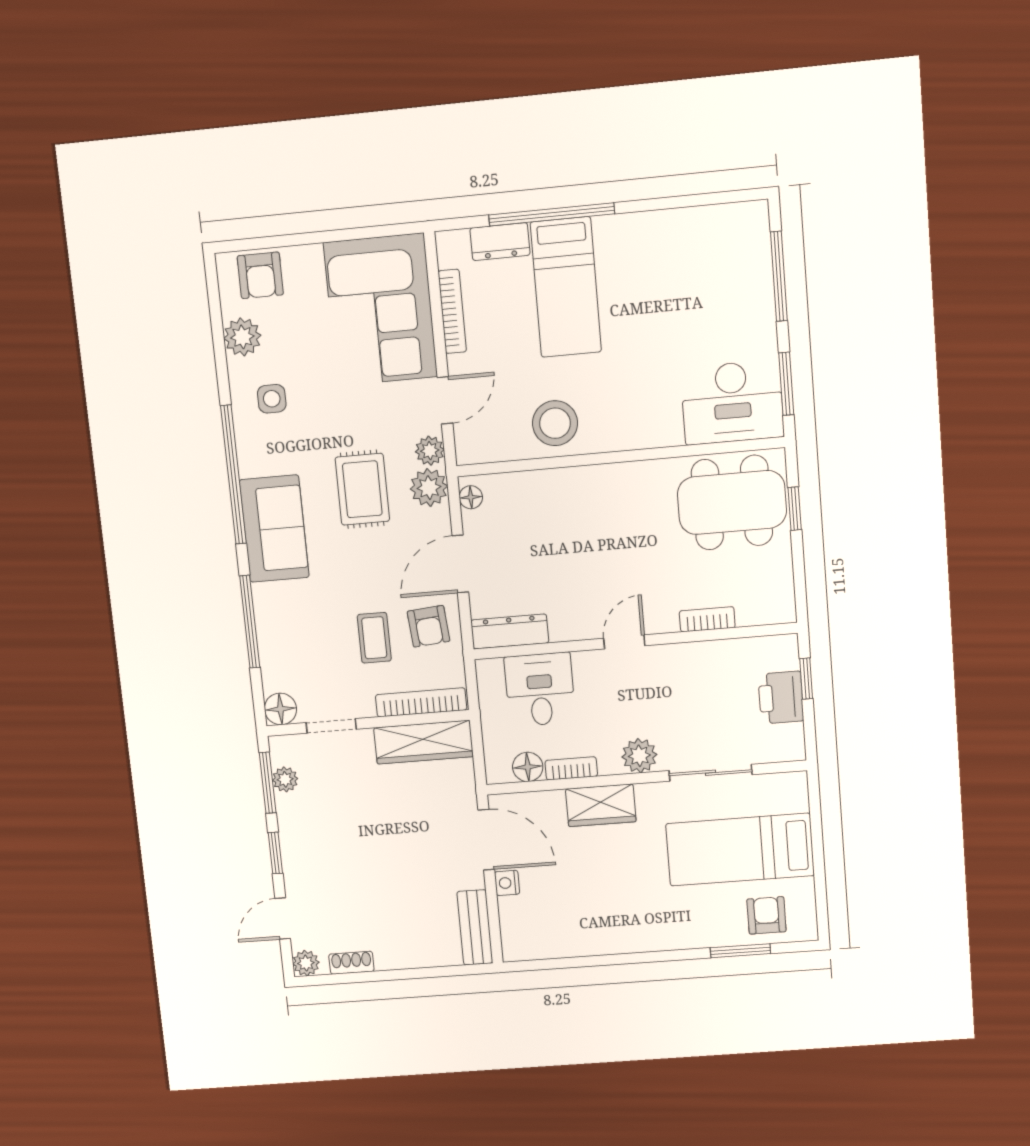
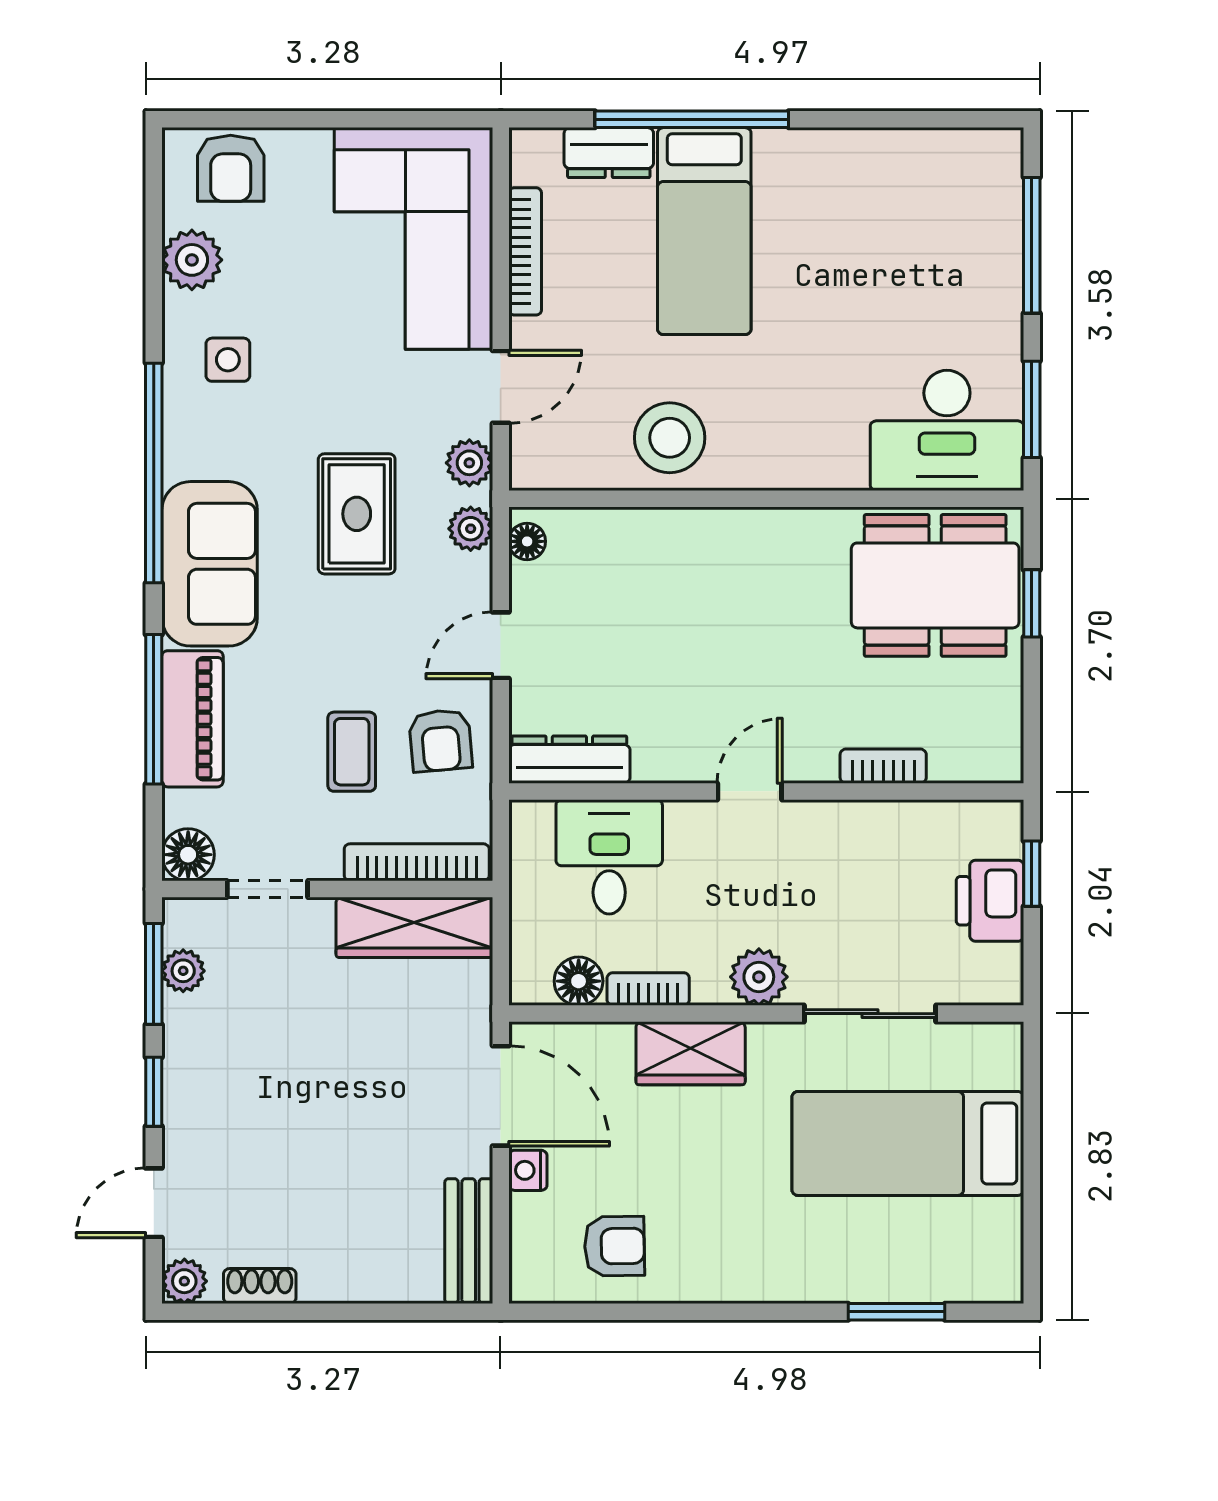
plant: (429, 488) -> (471, 529), width x0.73, depth x0.73
door: (460, 564) -> (501, 645), width x0.73
piano: (274, 626) -> (192, 719), added
armchair: (766, 915) -> (614, 1246), moved, turned 89

